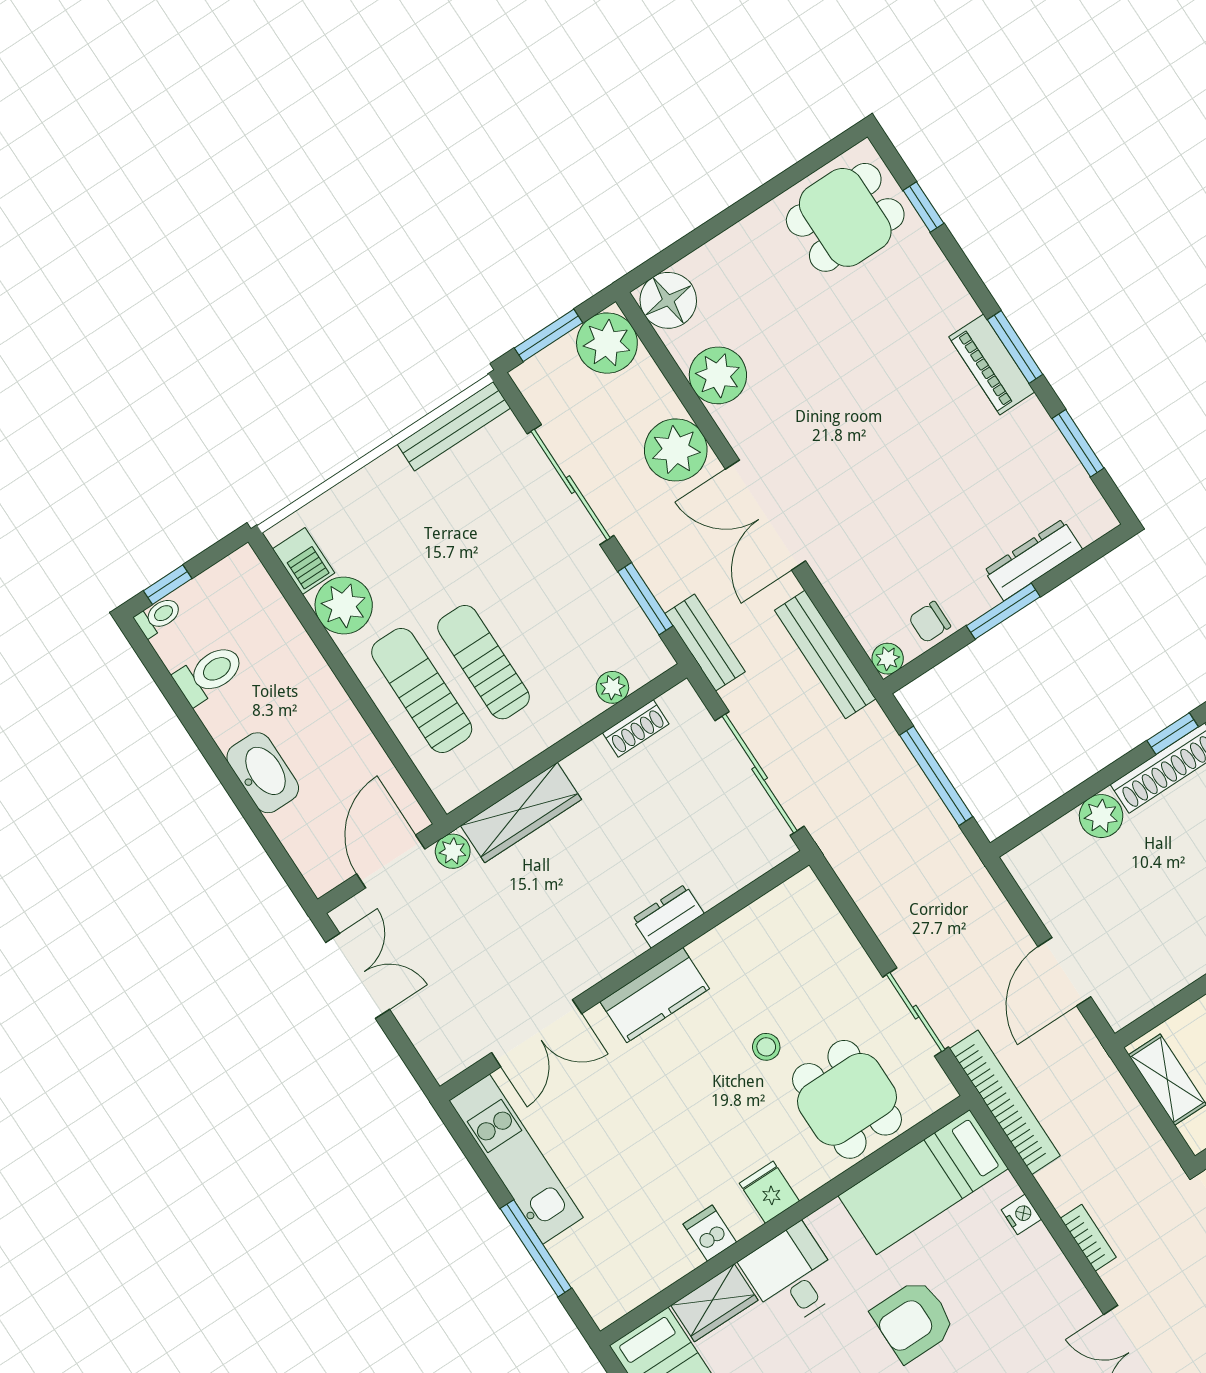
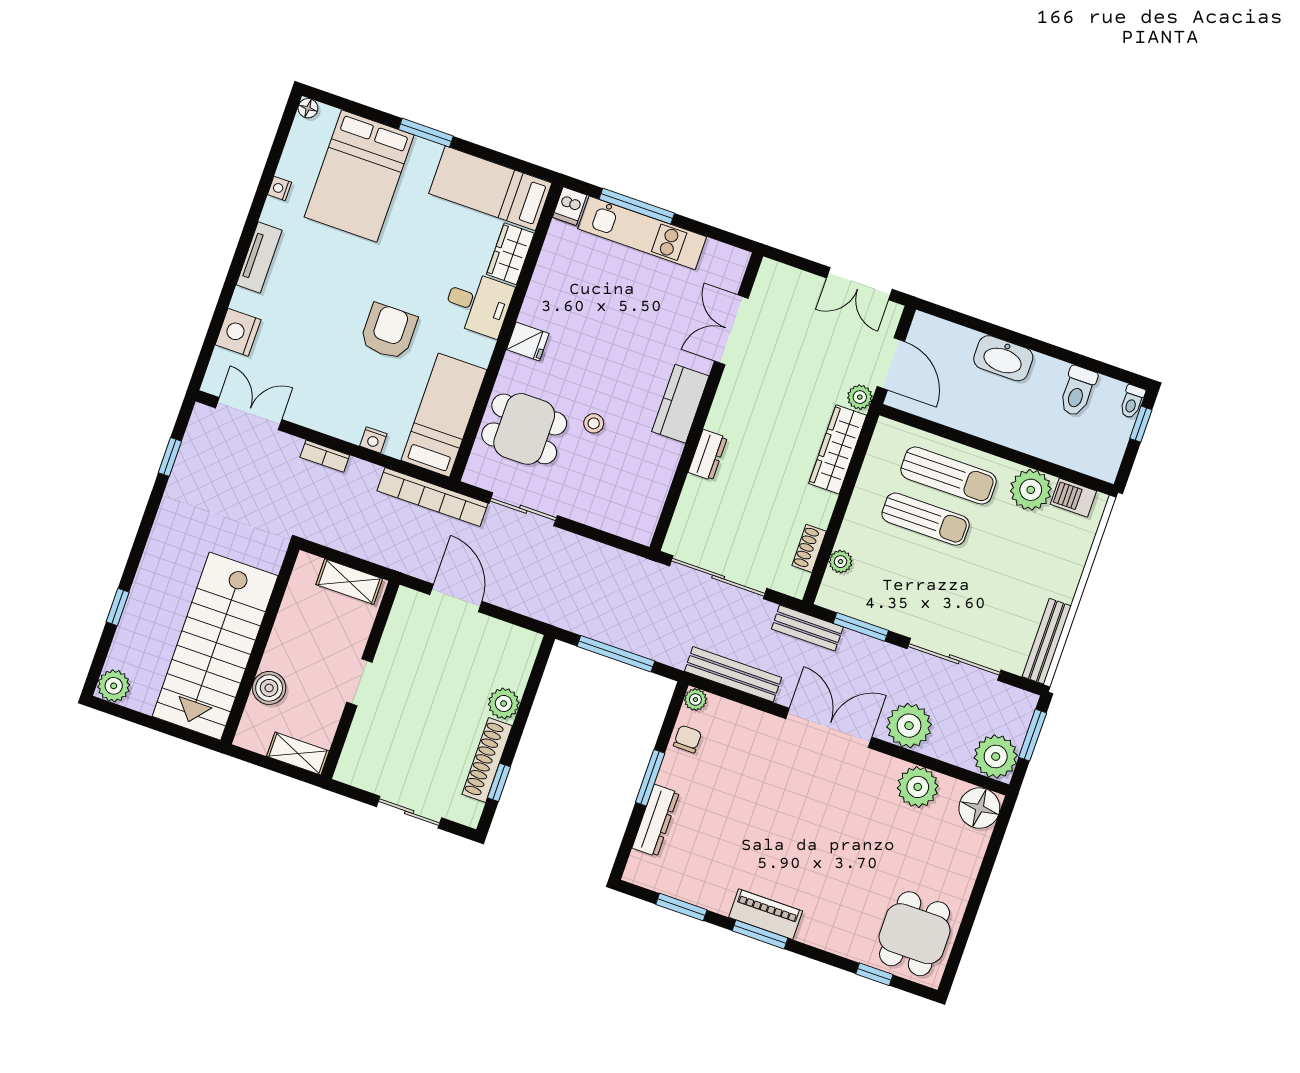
kitchen unit: (516, 1159) -> (642, 233), moved
dishwasher: (710, 1233) -> (570, 206), moved, turned 90

